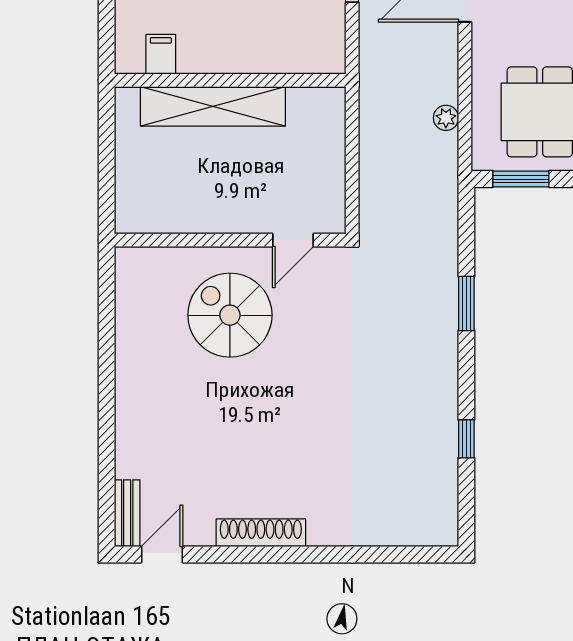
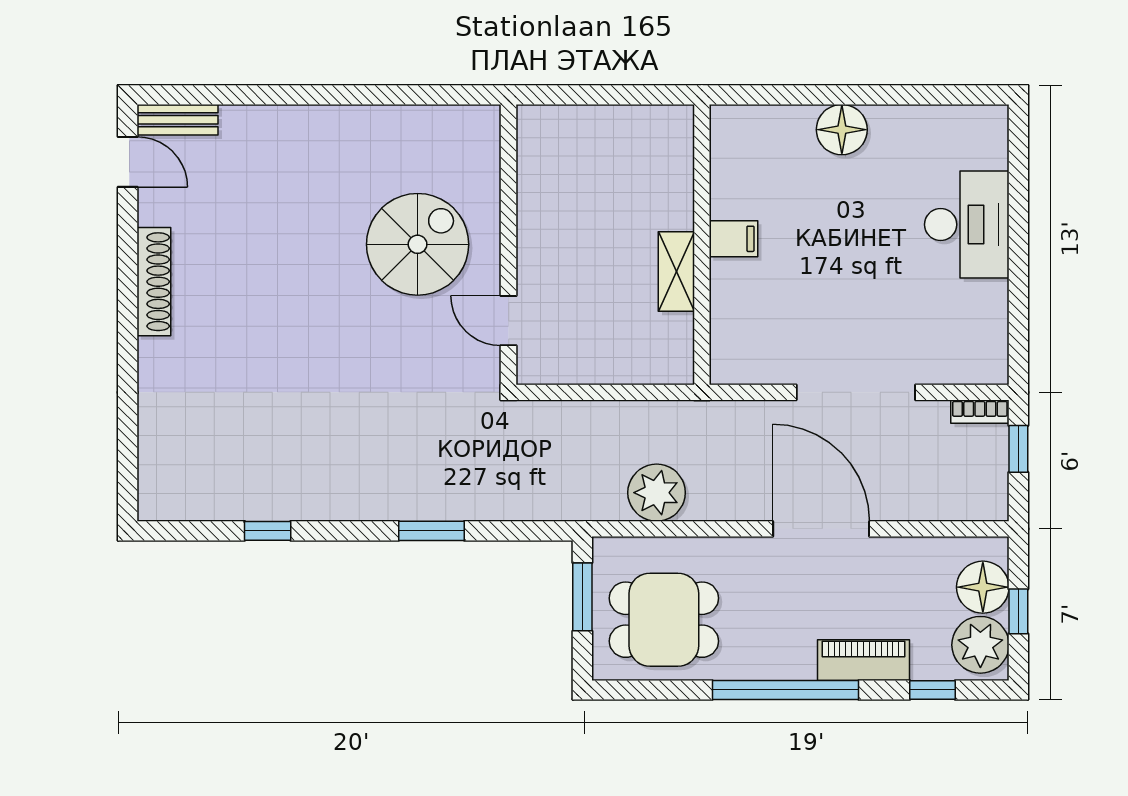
filing cabinet: (161, 54) -> (734, 239), moved
shelving: (213, 106) -> (676, 271), width x0.45, depth x0.75
plant: (446, 118) -> (657, 493), width x1.88, depth x1.88

